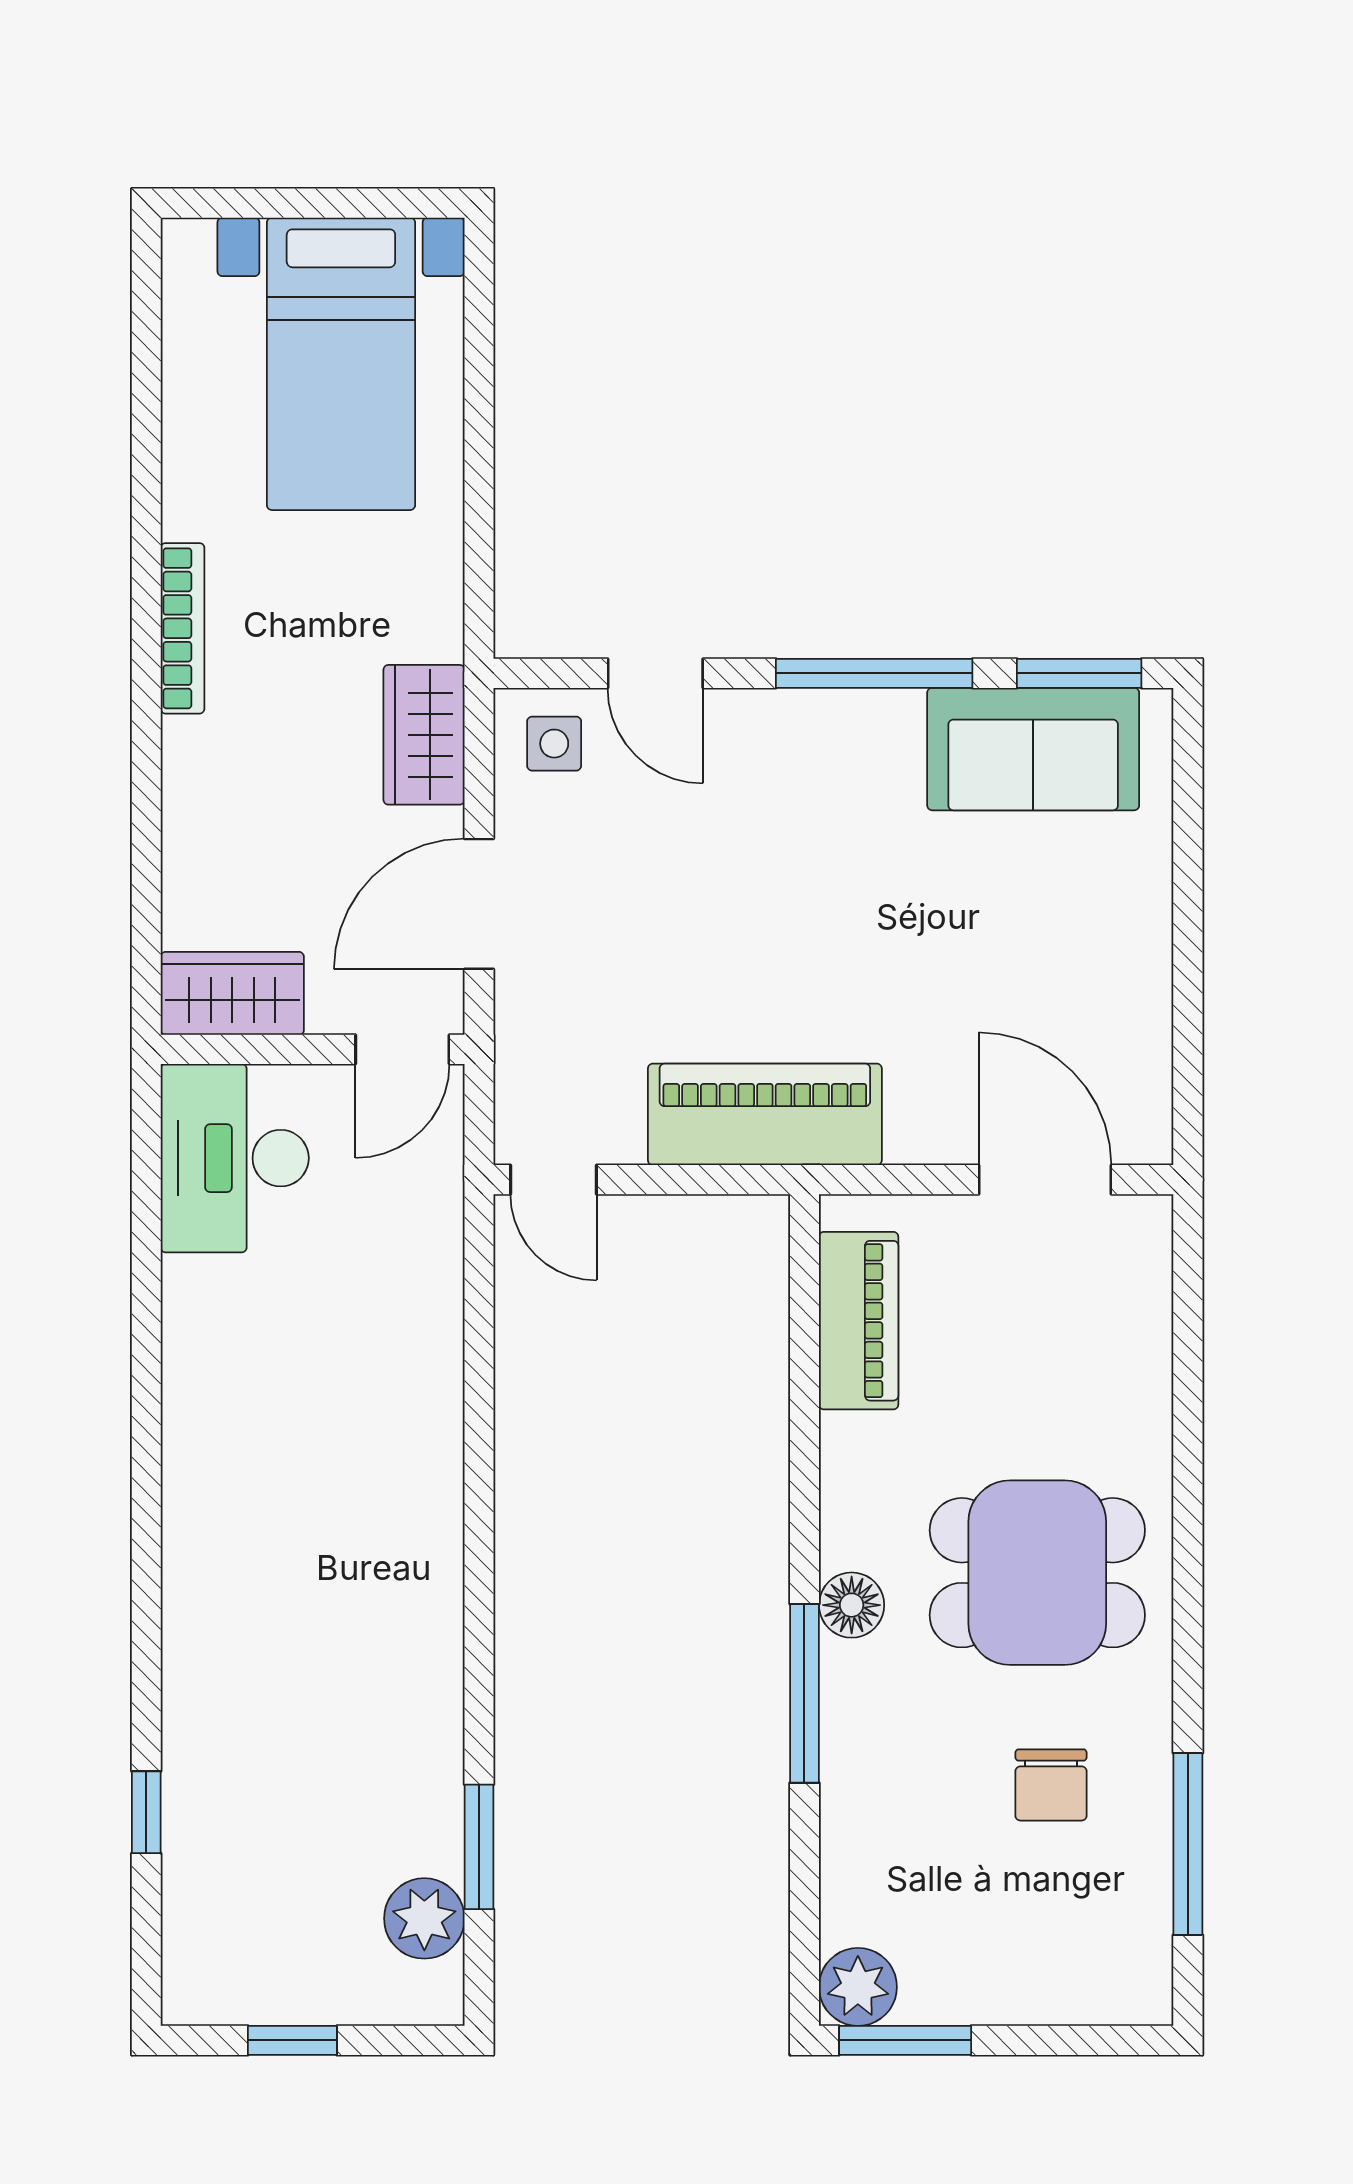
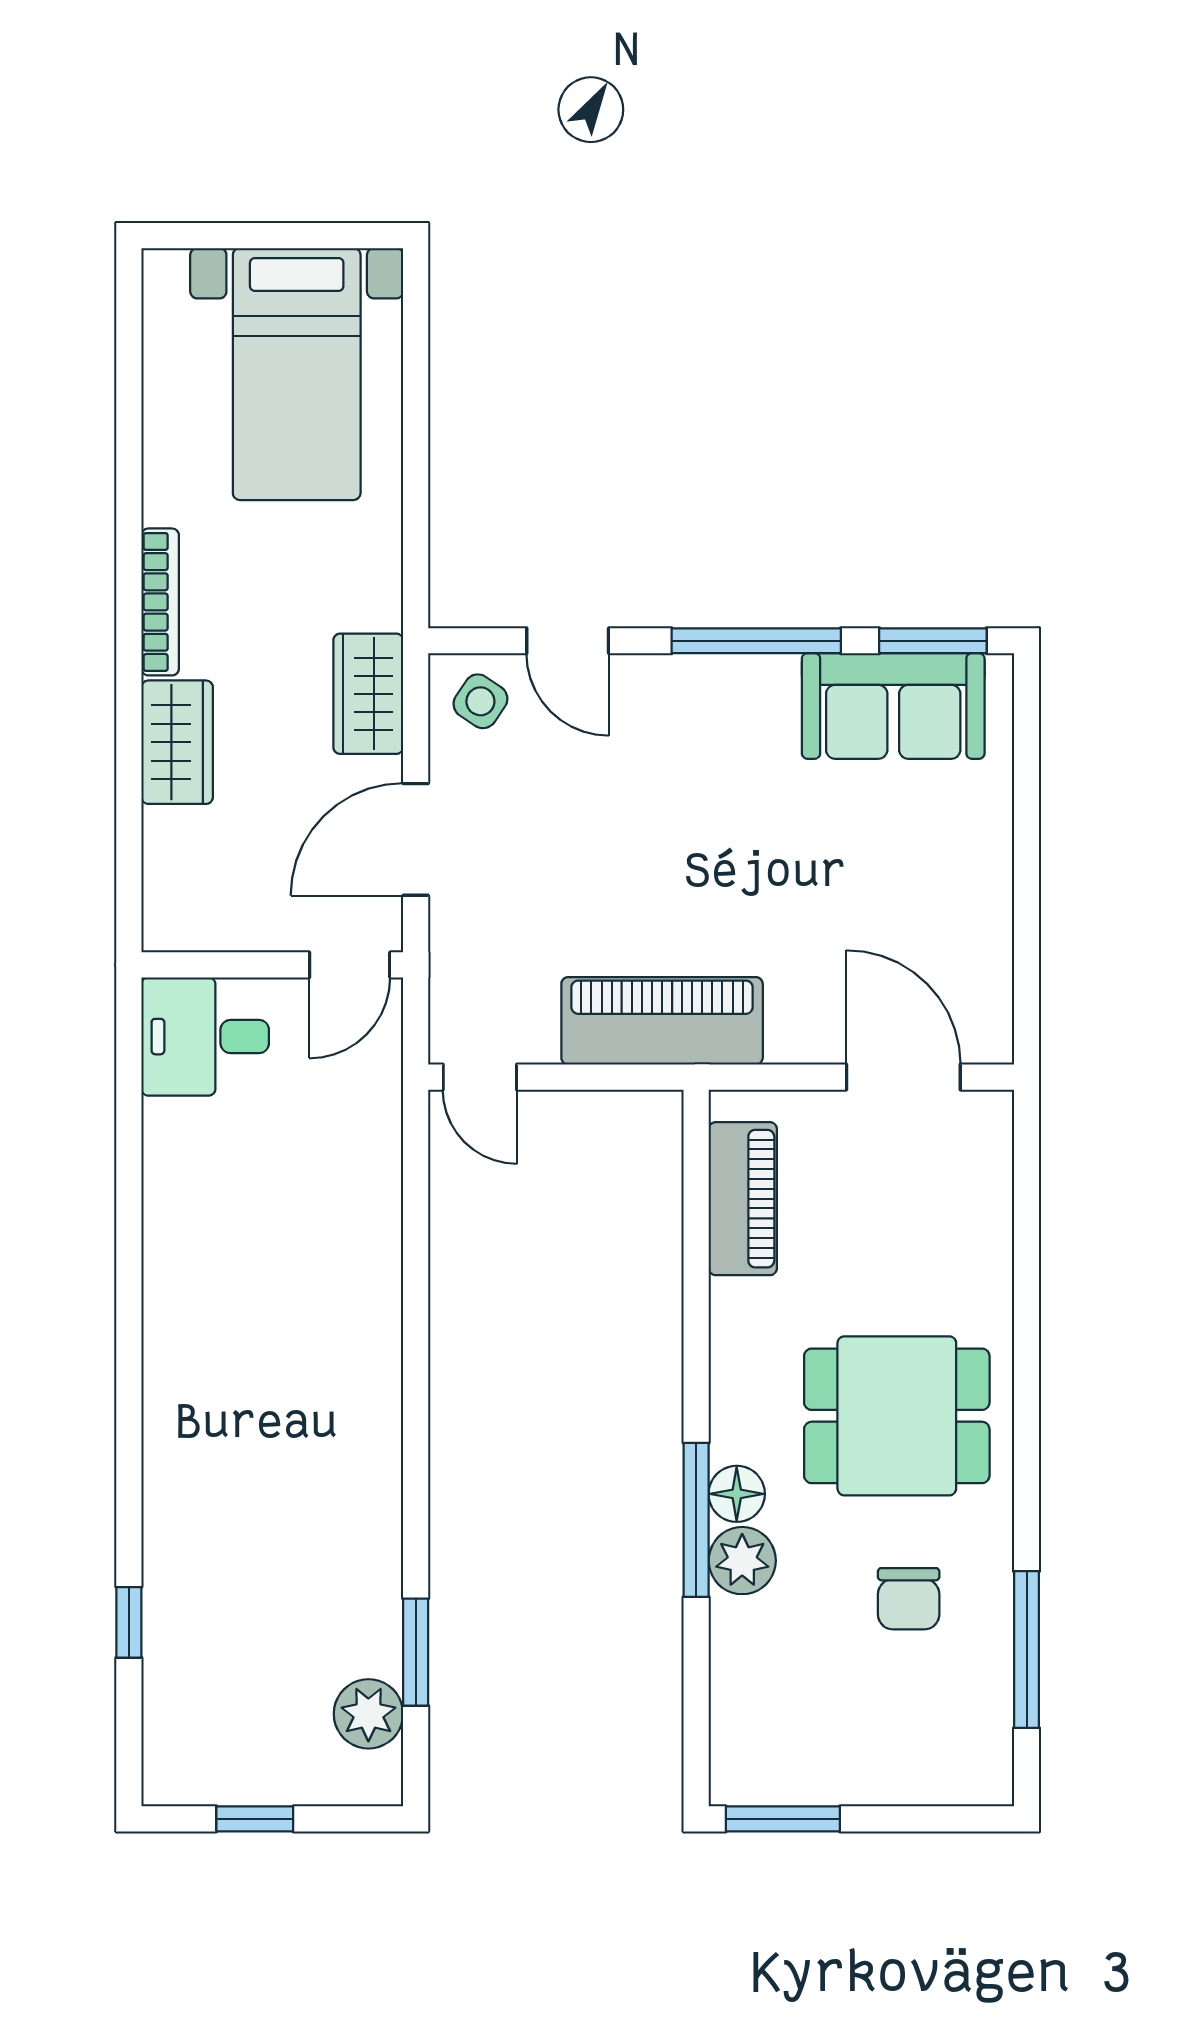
side table: (554, 744) -> (480, 701), turned 34
wardrobe: (232, 993) -> (177, 742), moved, turned 90
desk: (235, 1158) -> (205, 1037), width x0.73
floor lamp: (852, 1605) -> (737, 1494), moved
plant: (858, 1987) -> (742, 1561), moved

